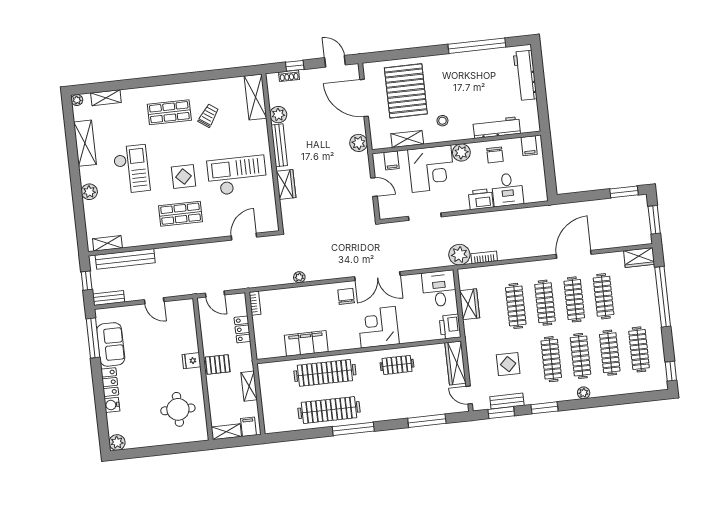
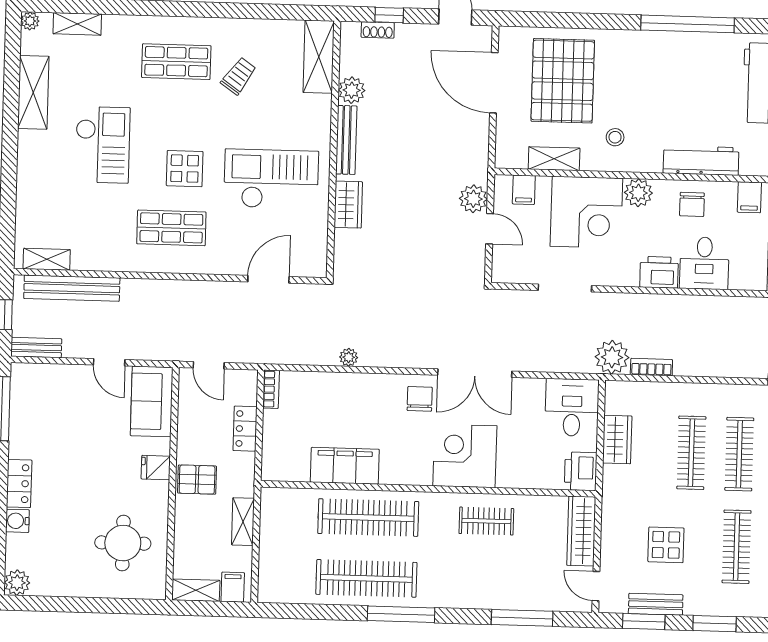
plant: (359, 143) -> (473, 199), moved
plant: (89, 192) -> (29, 172), removed
sofa: (111, 344) -> (152, 401), moved, turned 180

